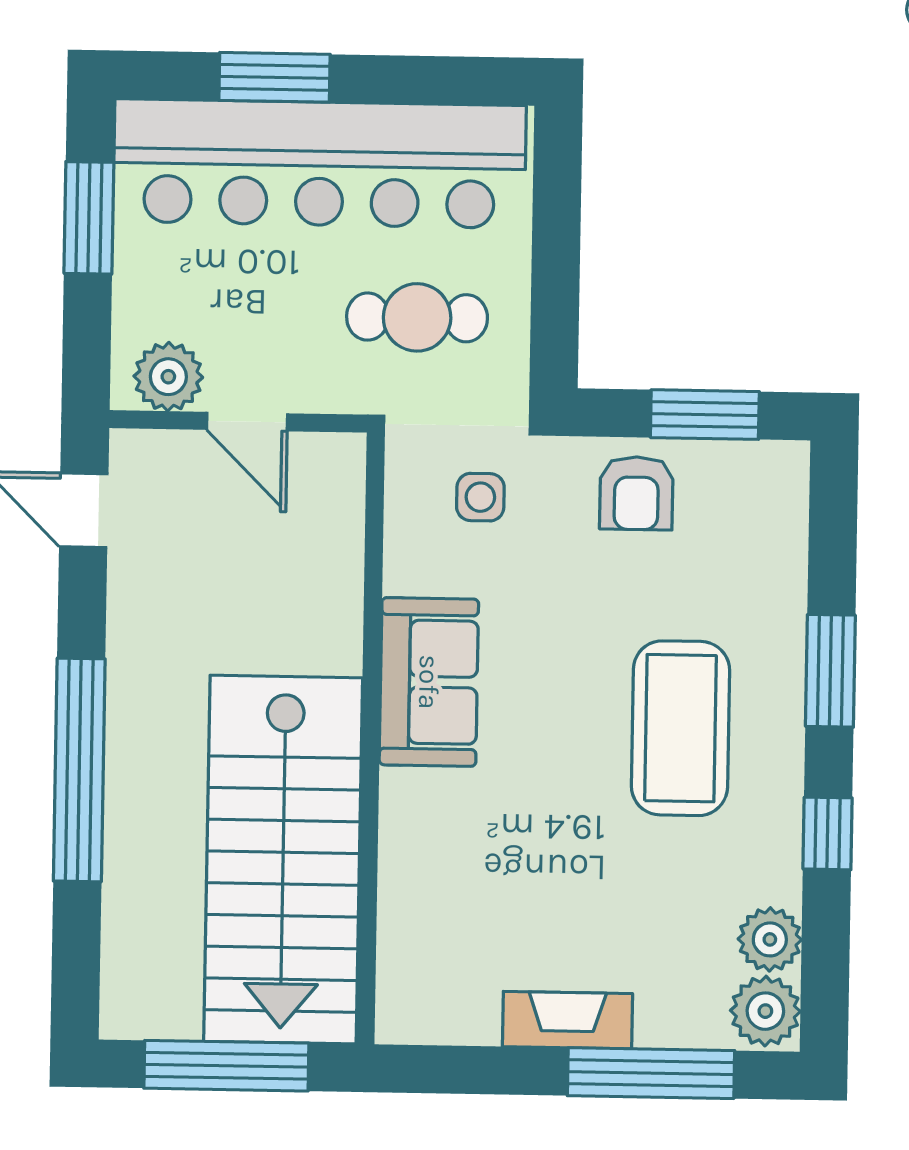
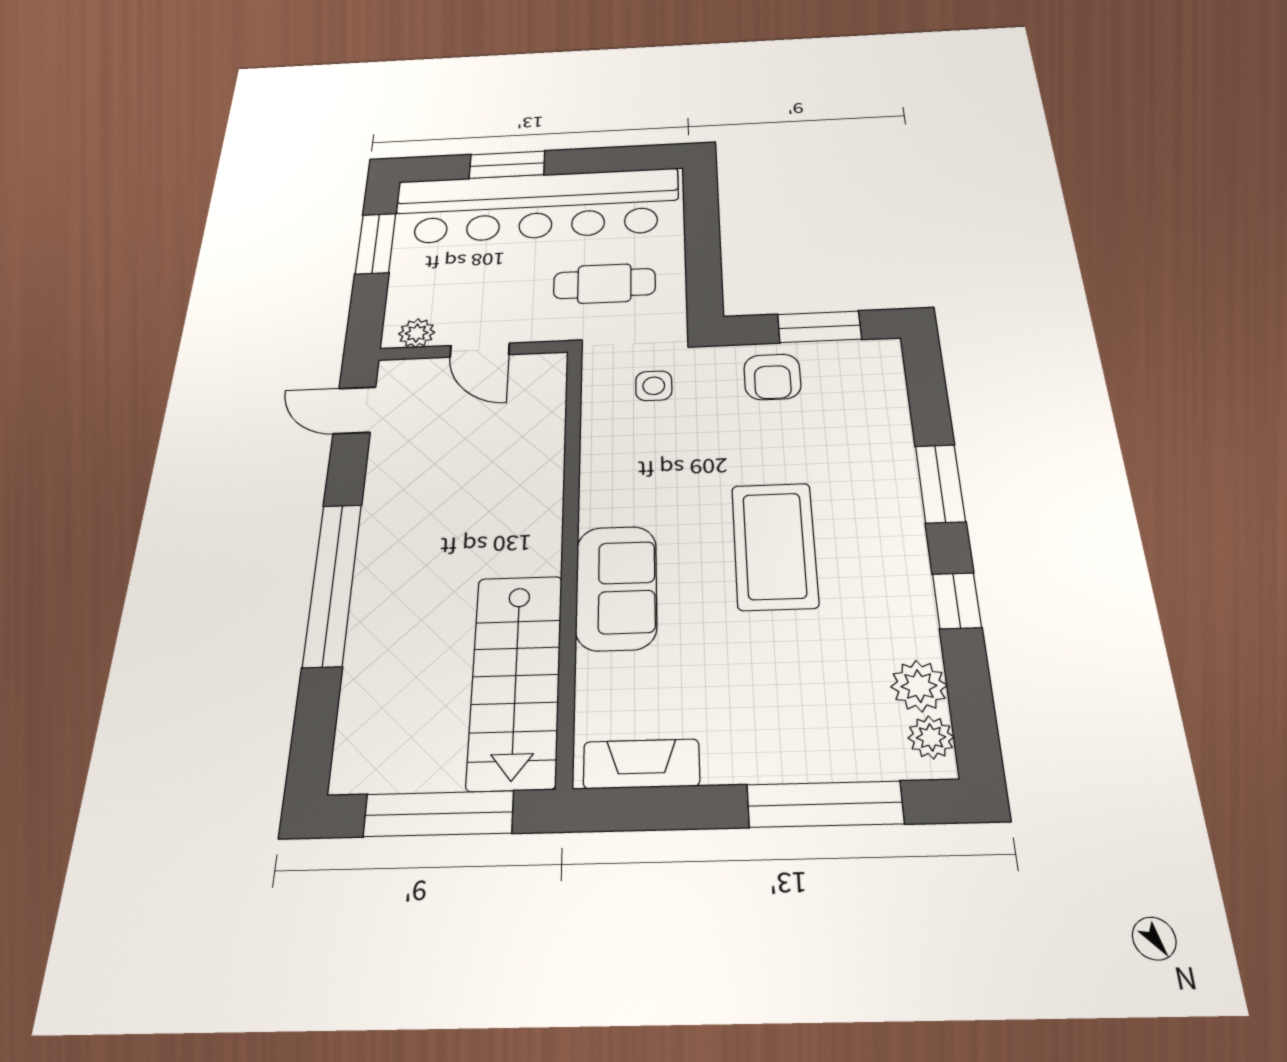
plant: (168, 377) -> (417, 333), width x0.73, depth x0.73
sofa: (429, 682) -> (616, 588), moved
coffee table: (680, 728) -> (774, 546), moved
stairs: (283, 860) -> (516, 680), width x0.73, depth x0.66
plant: (765, 1011) -> (931, 737), width x0.73, depth x0.73
fireplace: (567, 1020) -> (641, 764), moved

